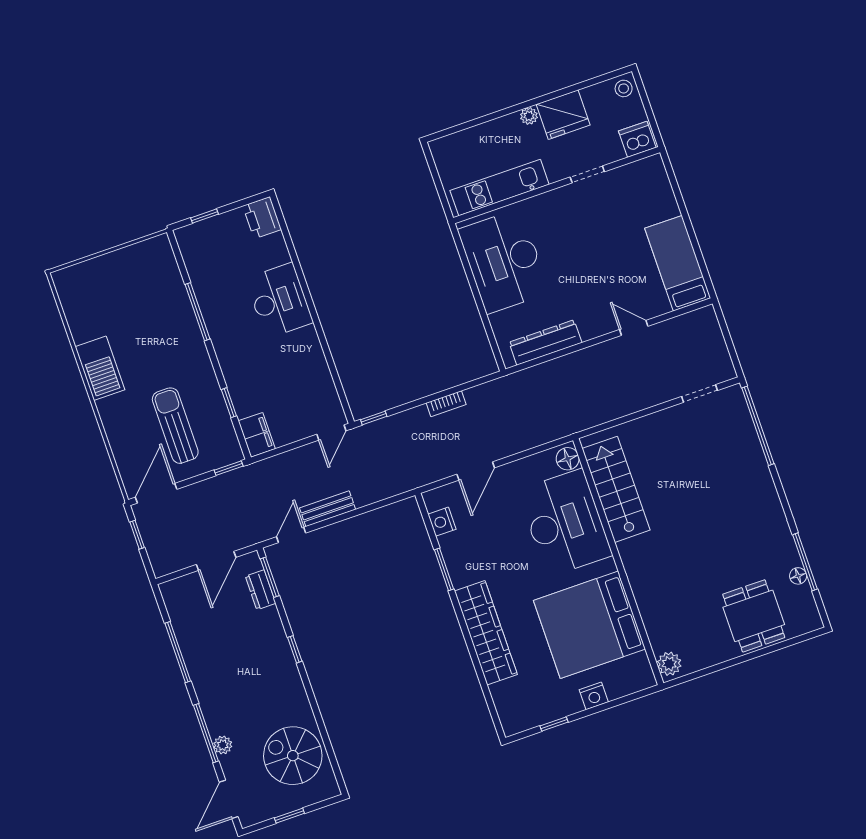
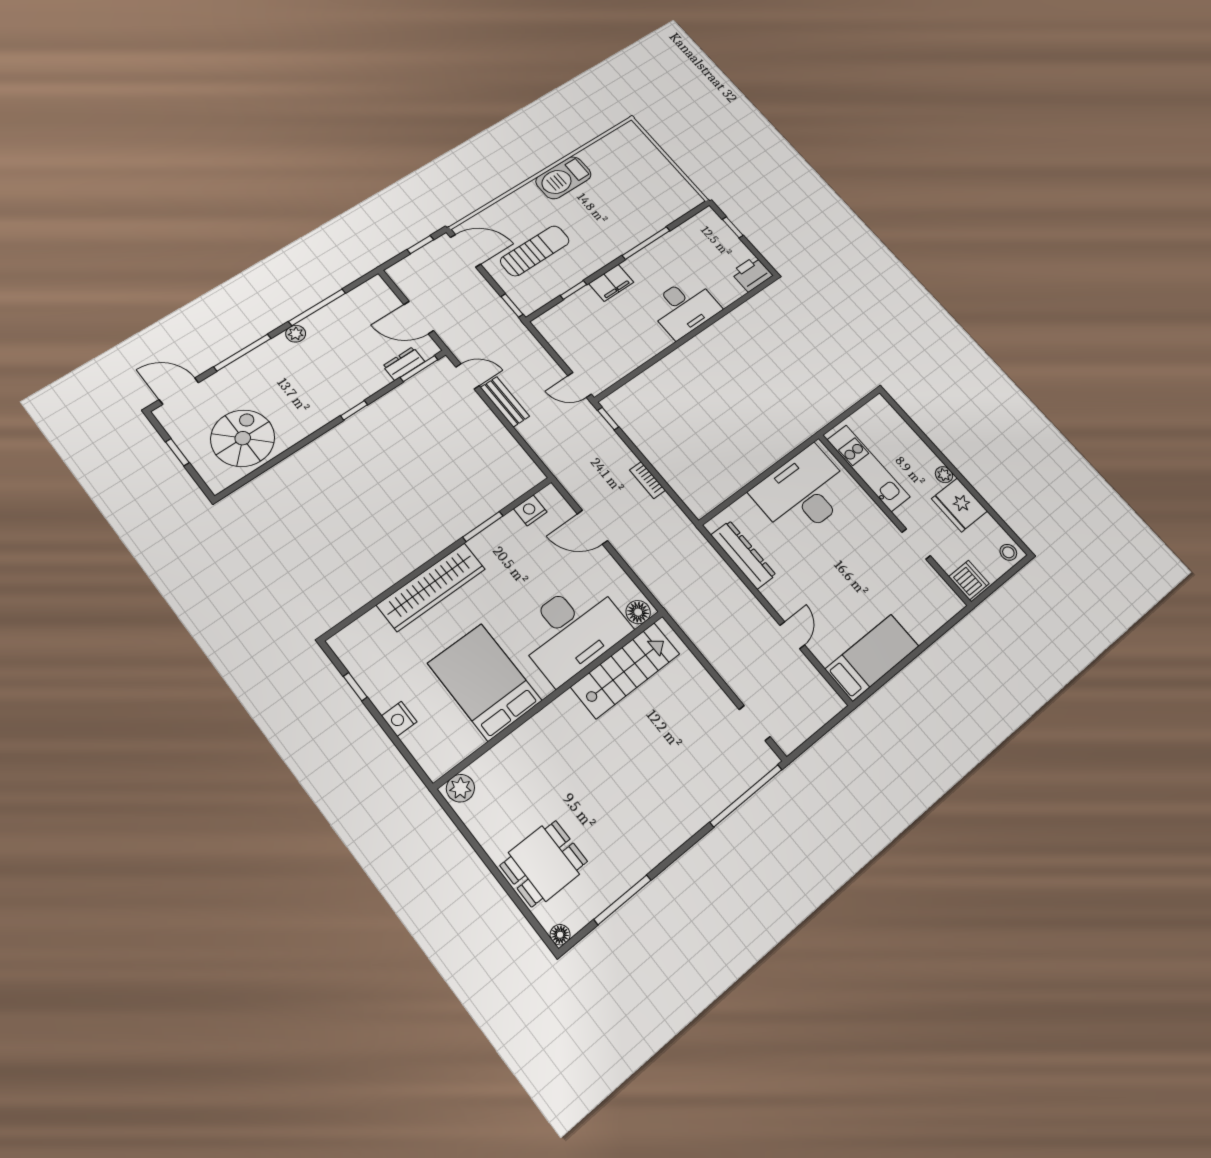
filing cabinet: (257, 435) -> (611, 283), moved
floor lamp: (798, 576) -> (560, 935), moved
bed: (589, 625) -> (485, 682), width x0.73
plant: (223, 745) -> (296, 334), moved

